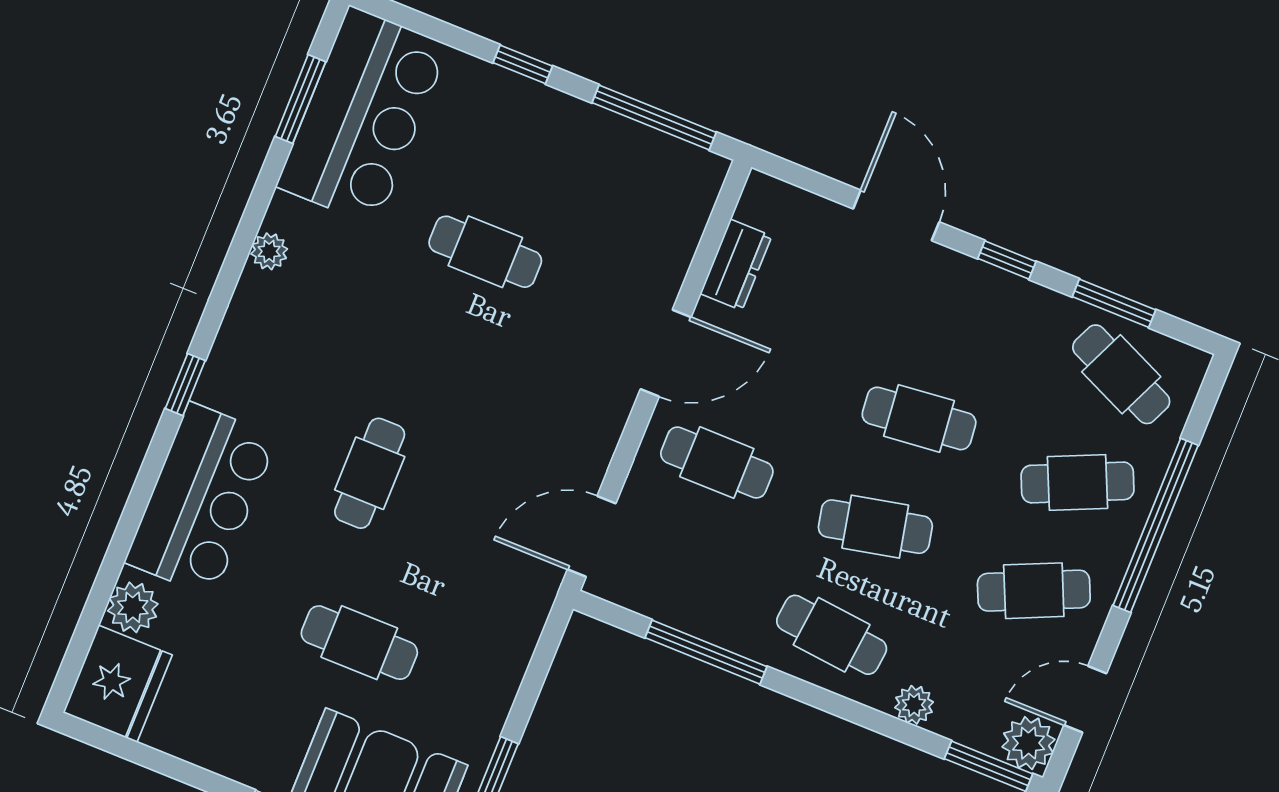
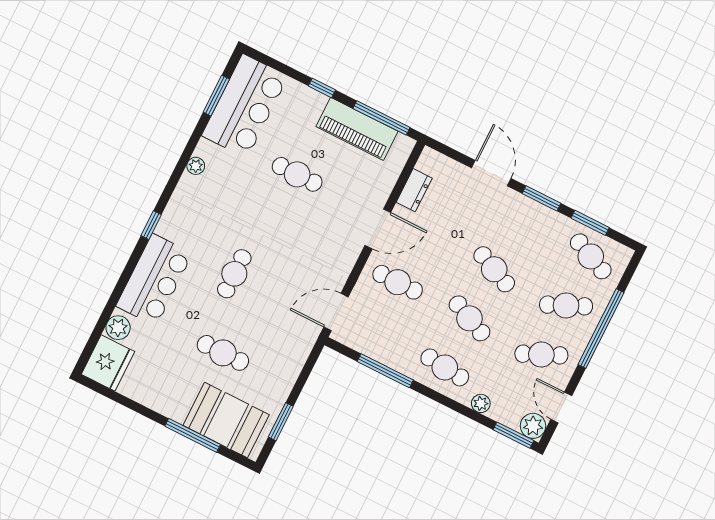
piano: (604, 145) -> (357, 129), added
window: (1007, 260) -> (541, 198), width x1.50
cafe table: (919, 418) -> (494, 269), turned 30
cafe table: (875, 527) -> (469, 318), turned 36
door: (1085, 699) -> (561, 407), hinge flipped

